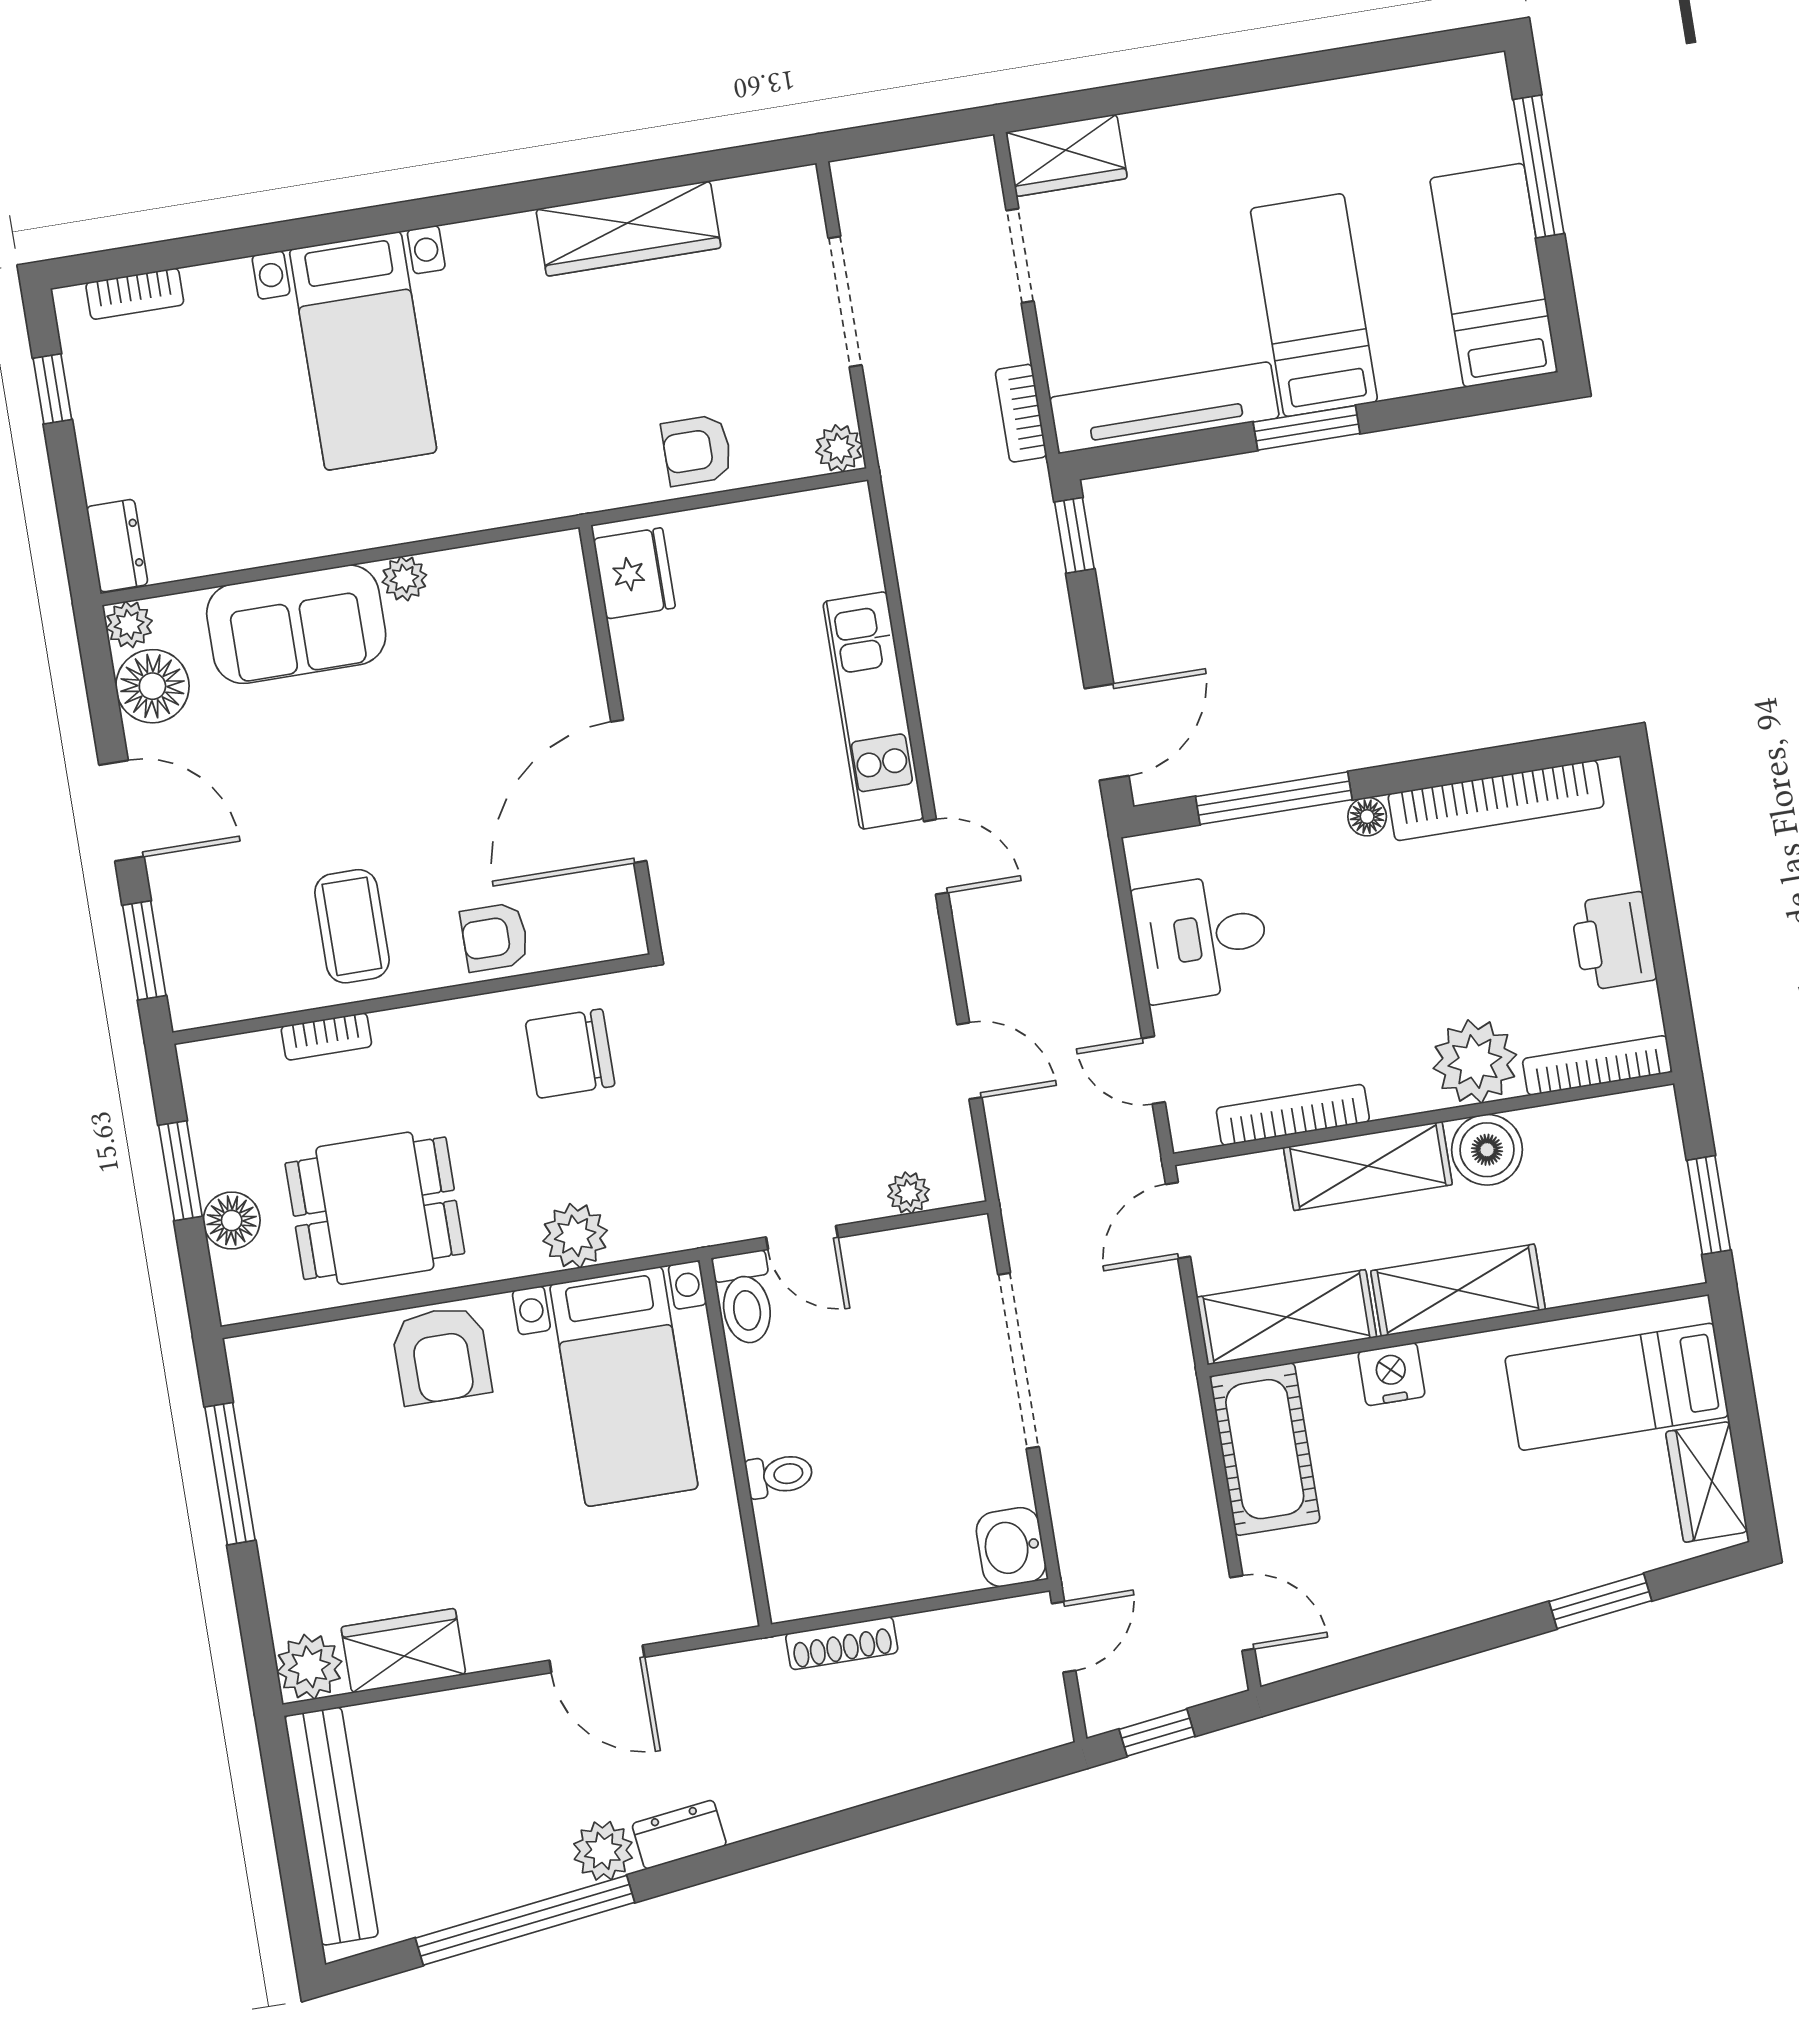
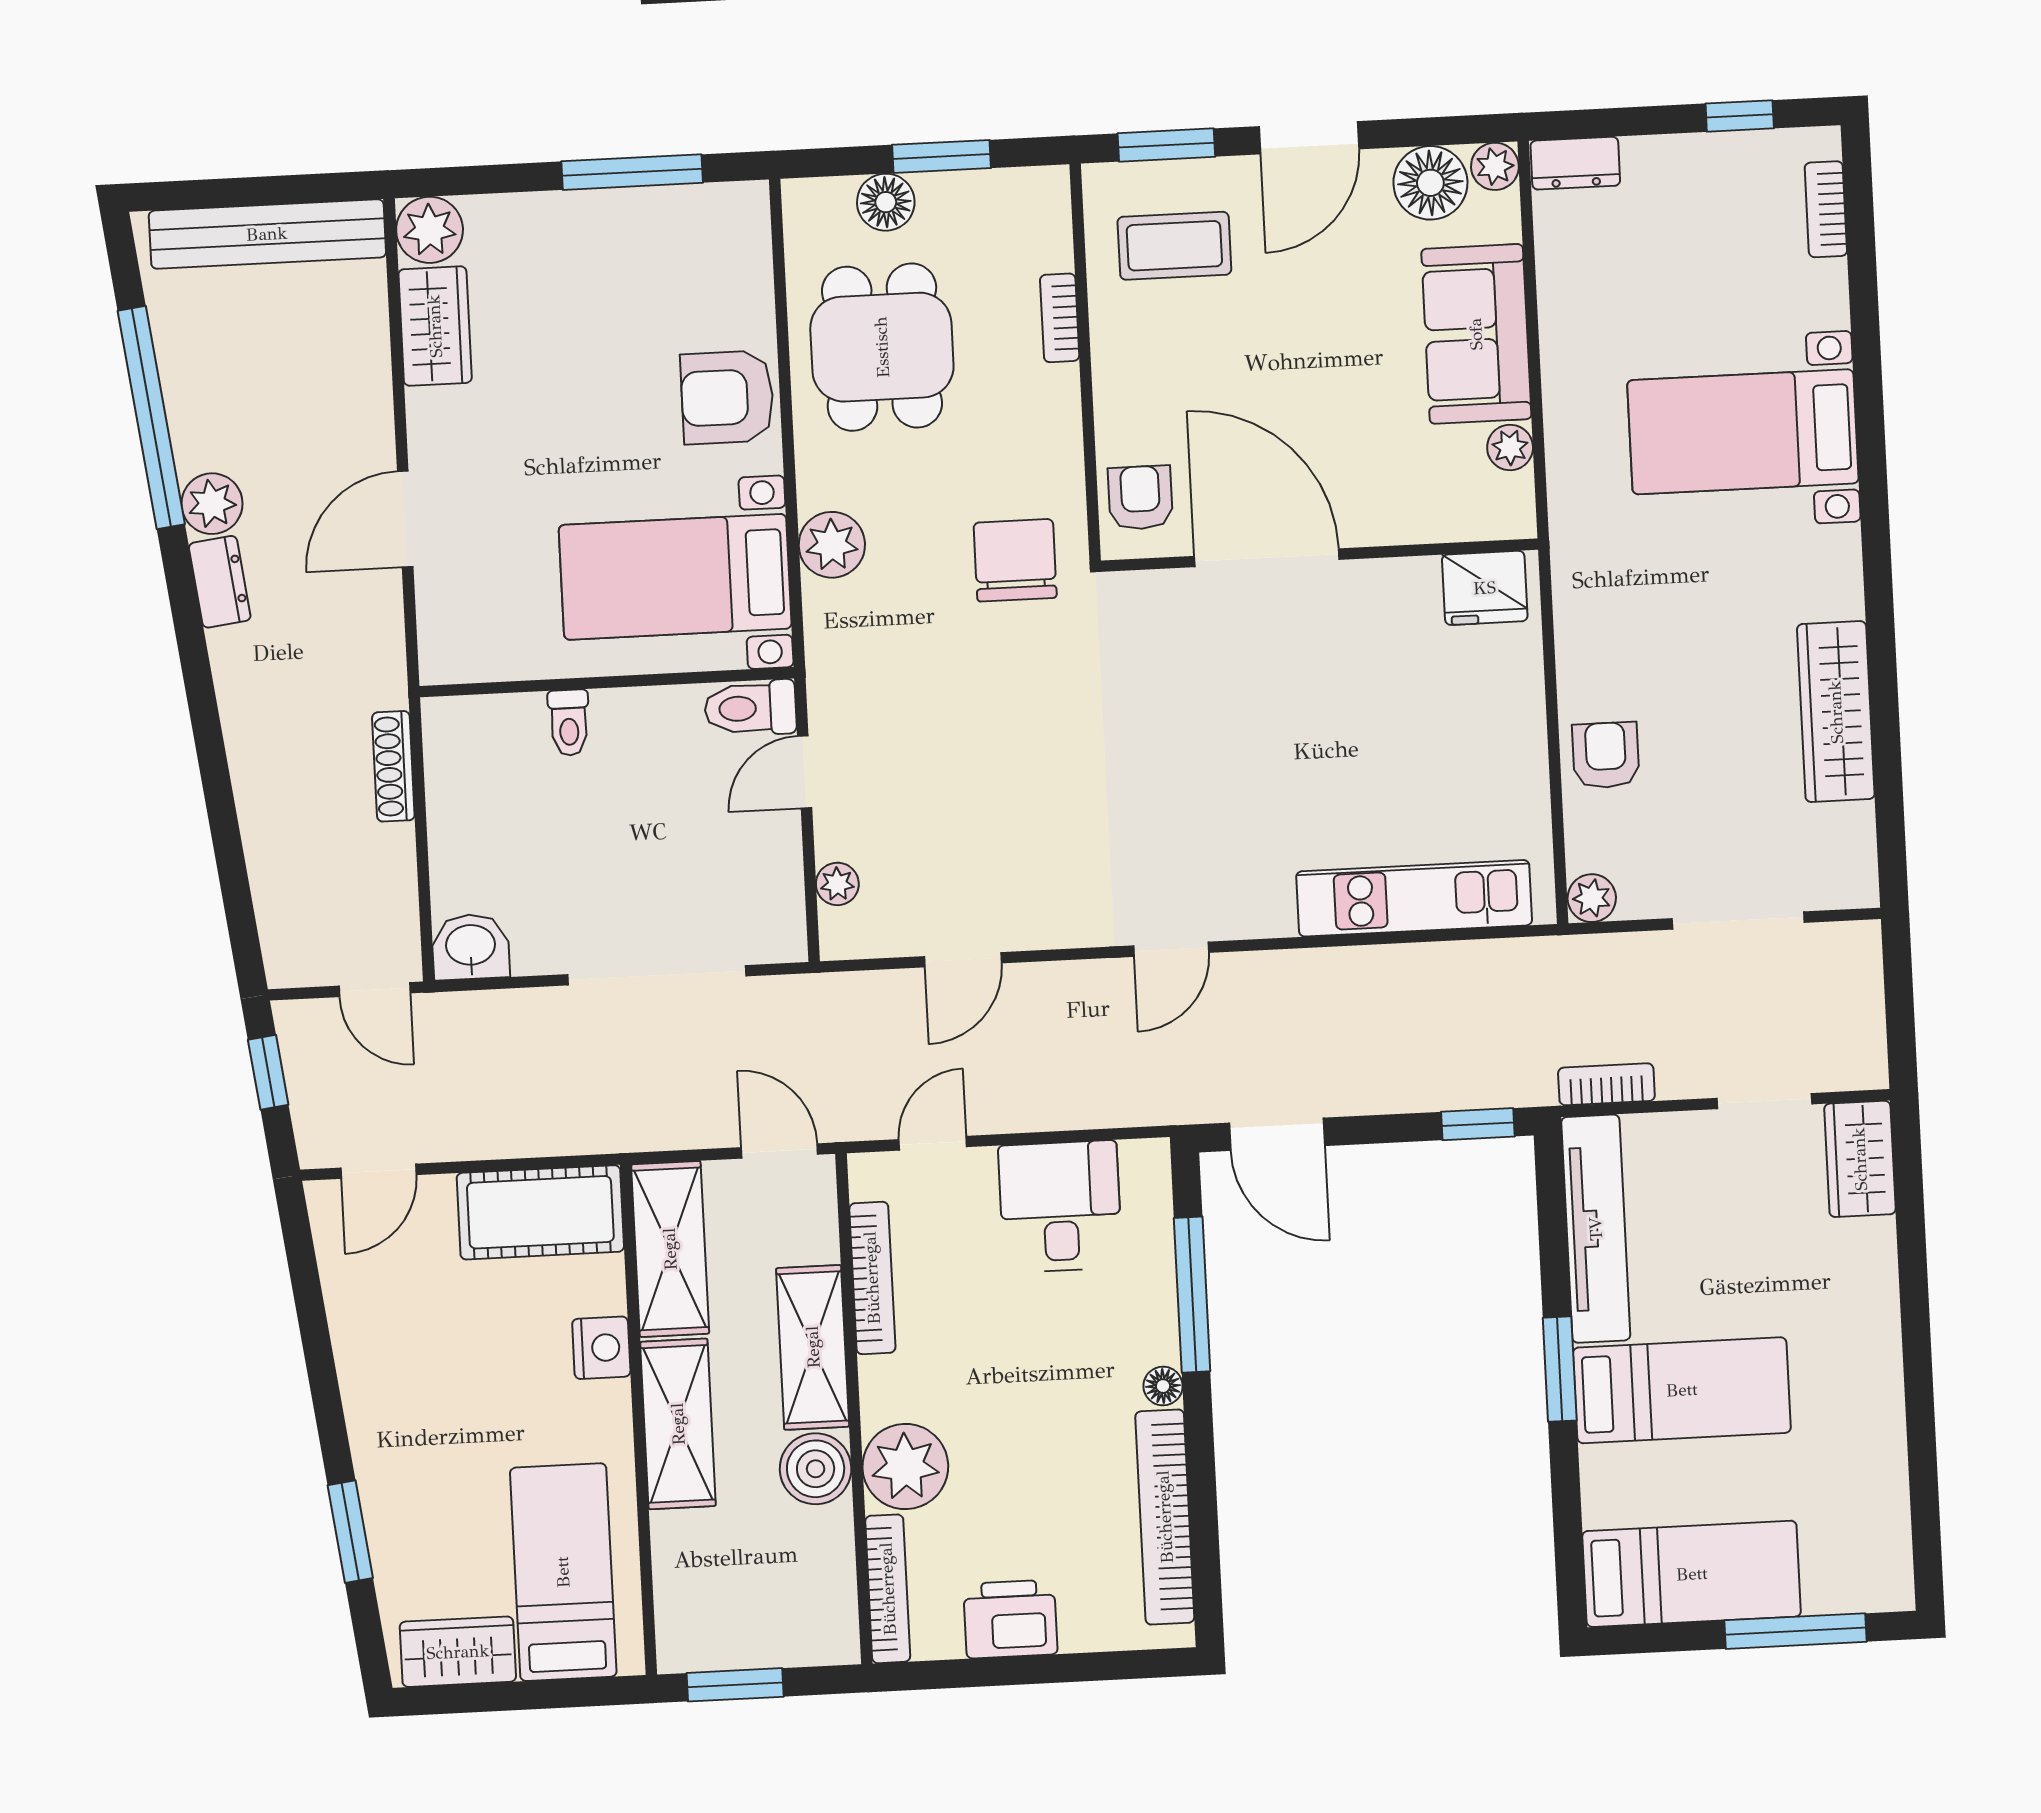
fridge: (634, 573) -> (1485, 588), moved
kitchen unit: (873, 710) -> (1414, 898), moved
wall: (620, 740) -> (1319, 555), moved
door: (629, 791) -> (1267, 558), moved
coffee table: (352, 926) -> (1174, 246), moved

